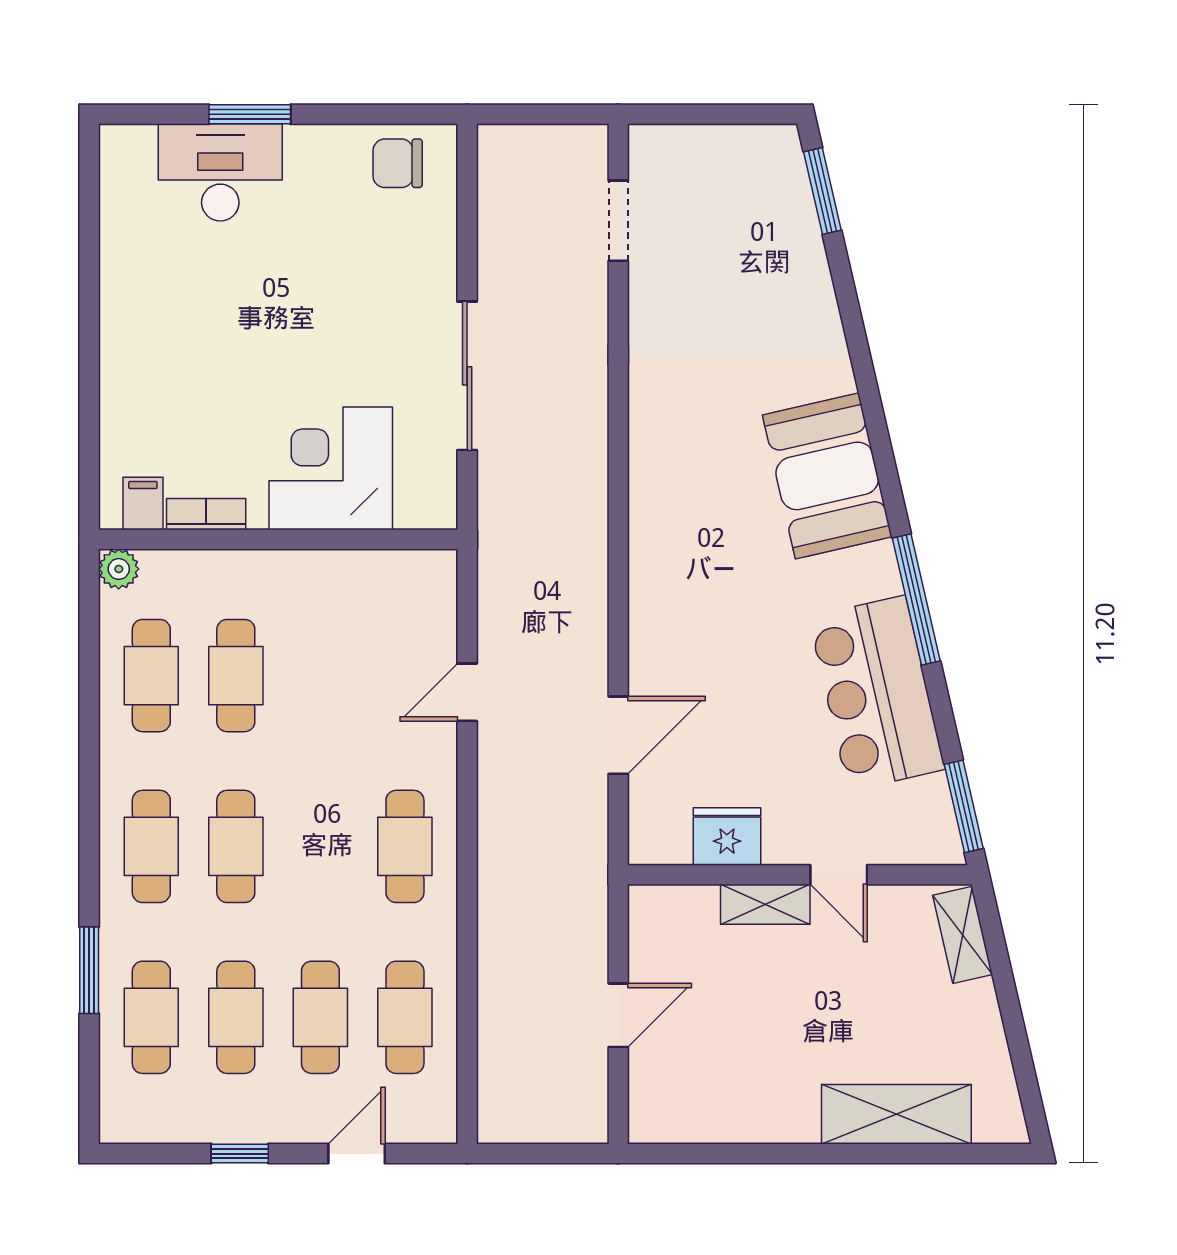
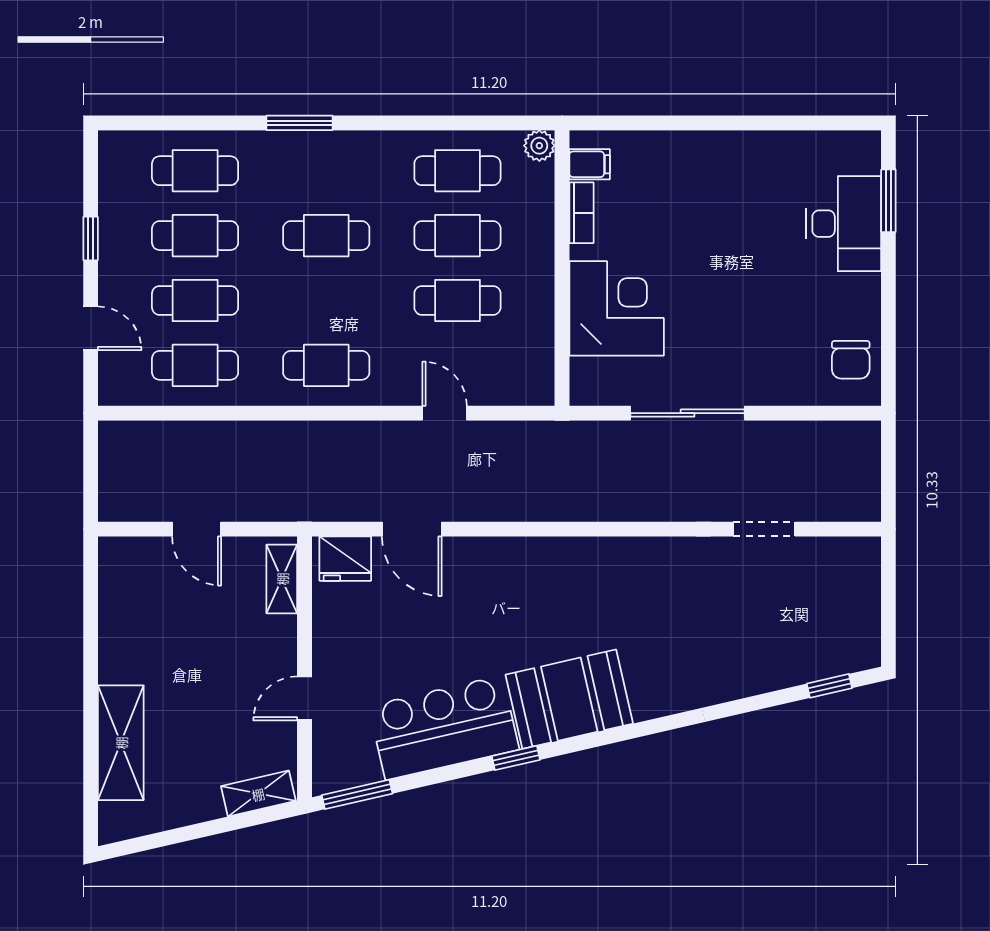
window: (250, 114) -> (888, 201), moved
chair: (398, 163) -> (851, 360), turned 180
window: (822, 191) -> (829, 686), width x0.67
doorway: (618, 221) -> (764, 529), moved
booth: (827, 476) -> (569, 699), moved
window: (916, 599) -> (516, 758), width x0.46
fridge: (727, 836) -> (345, 559), moved, turned 90
cafe table: (151, 846) -> (457, 300), moved
shelving: (765, 904) -> (282, 579), moved
window: (89, 970) -> (300, 123), moved

